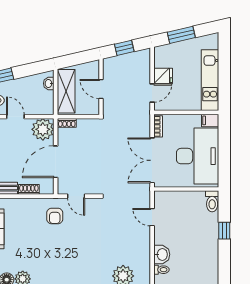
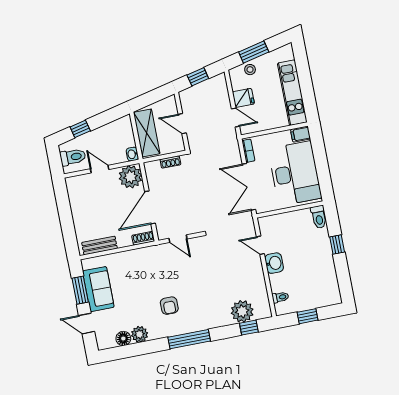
stool: (174, 51) -> (250, 70), added
washbasin: (49, 83) -> (132, 154), moved
door: (152, 93) -> (236, 118), hinge flipped
shoe rack: (67, 123) -> (170, 162), moved
shoe rack: (29, 189) -> (143, 238), moved
armchair: (55, 216) -> (169, 306), moved
washbasin: (162, 254) -> (274, 263), moved

